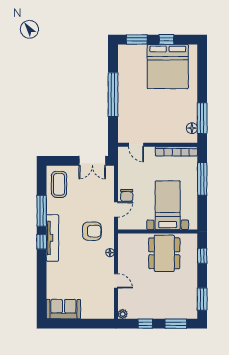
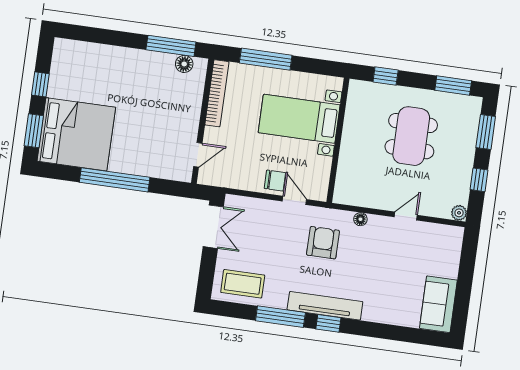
bed: (168, 67) -> (76, 134), moved
dining table: (164, 253) -> (411, 136), moved, turned 90

